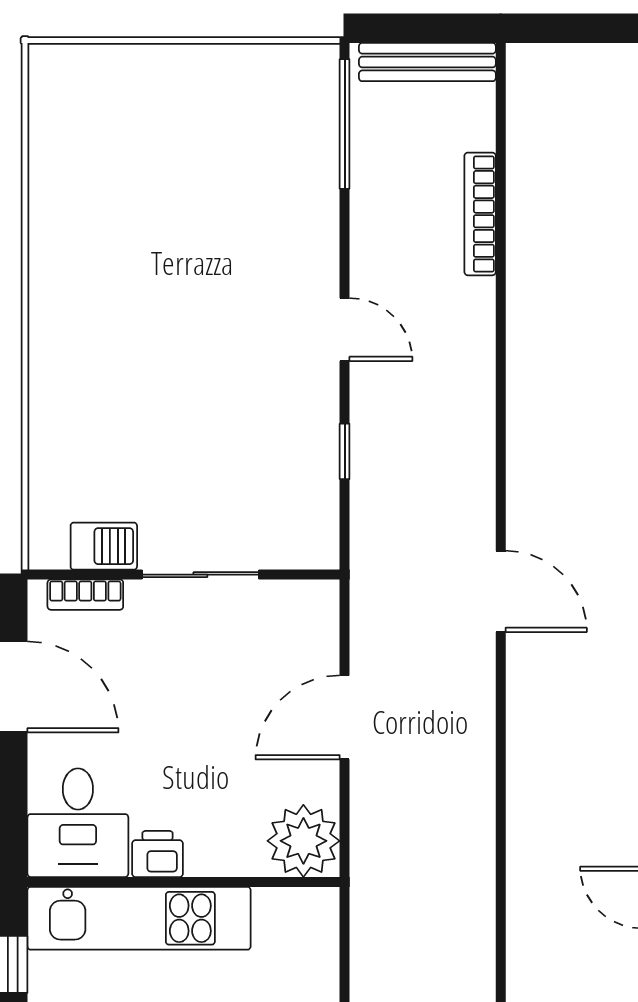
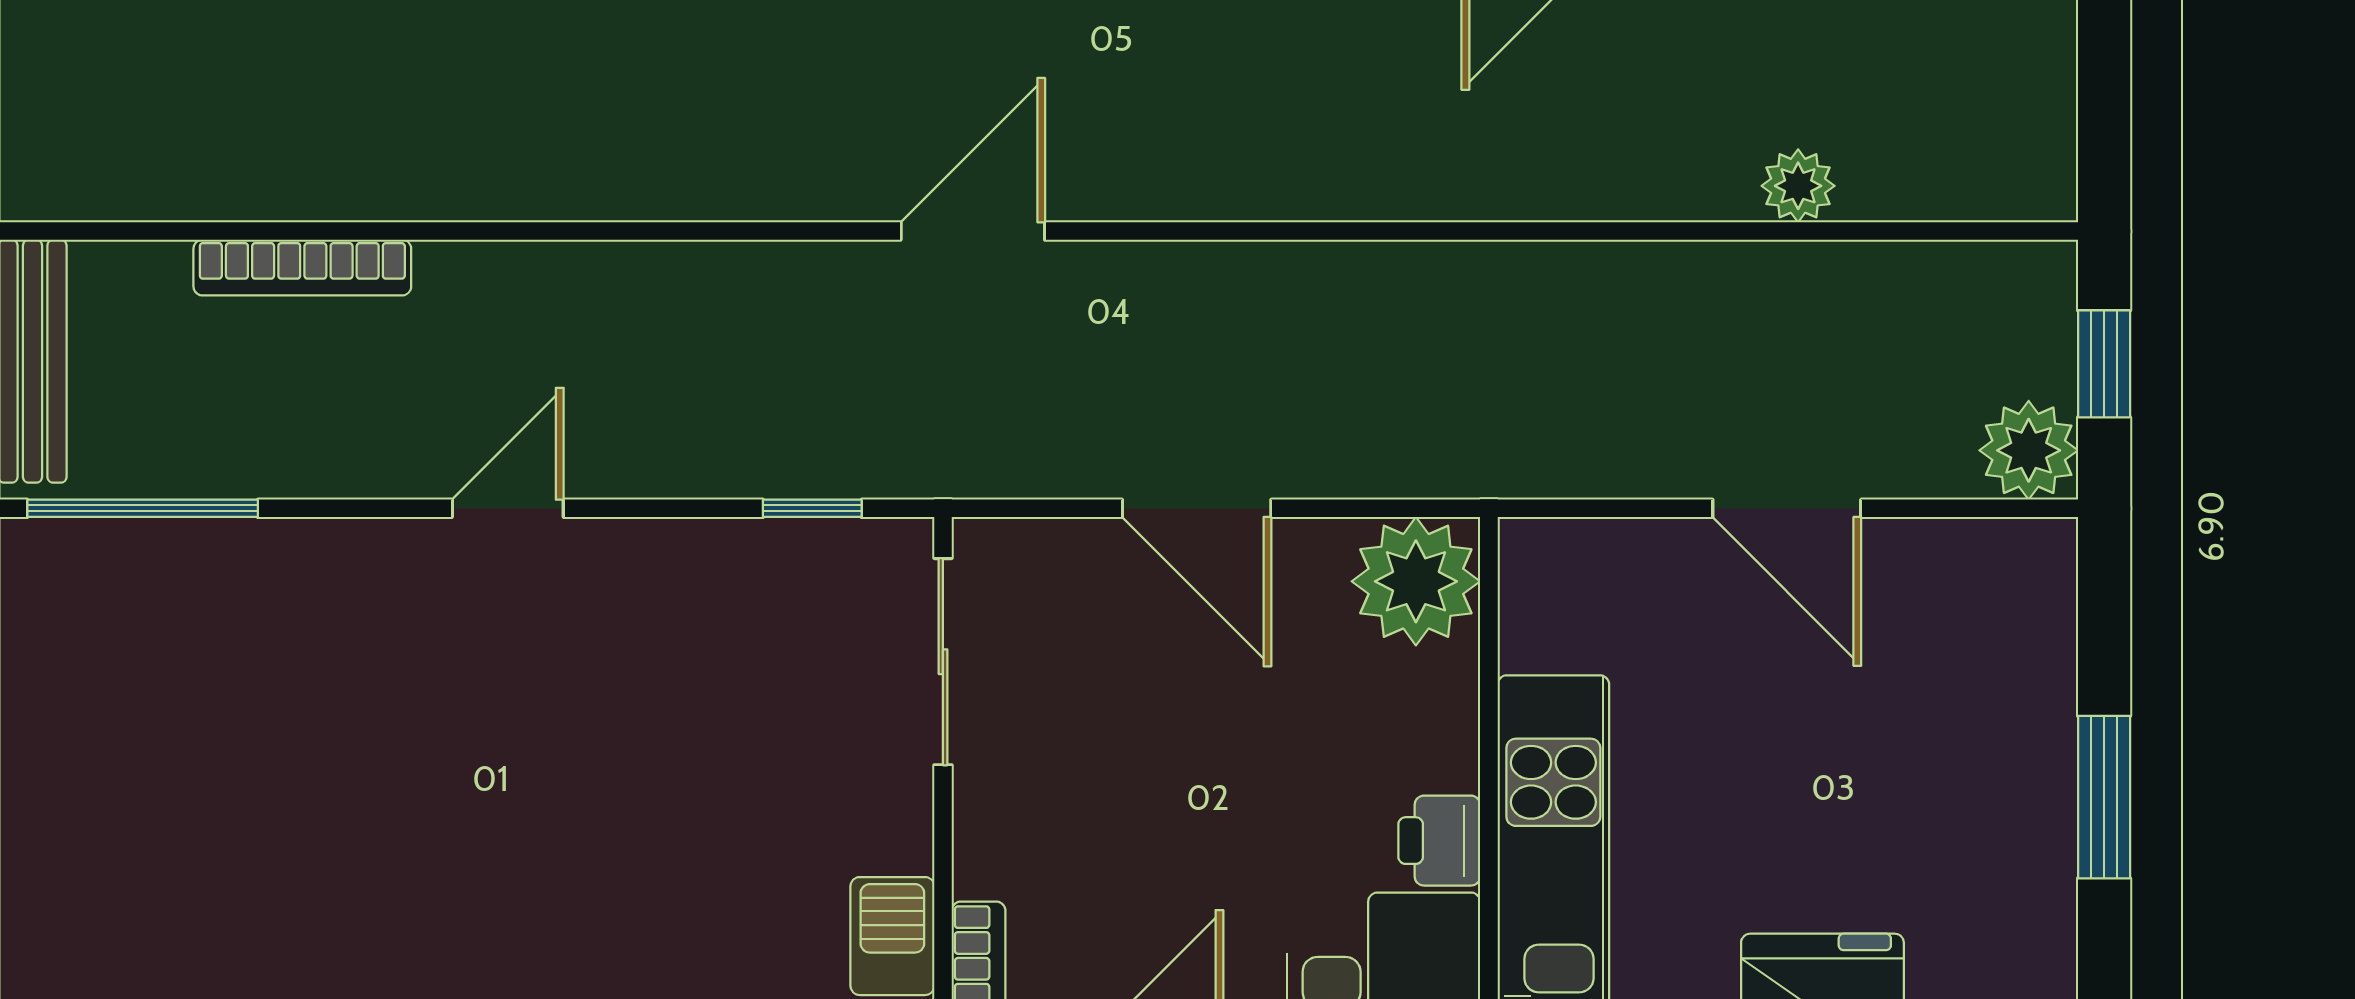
window: (345, 451) -> (812, 508), moved
sliding door: (200, 575) -> (943, 662), moved

